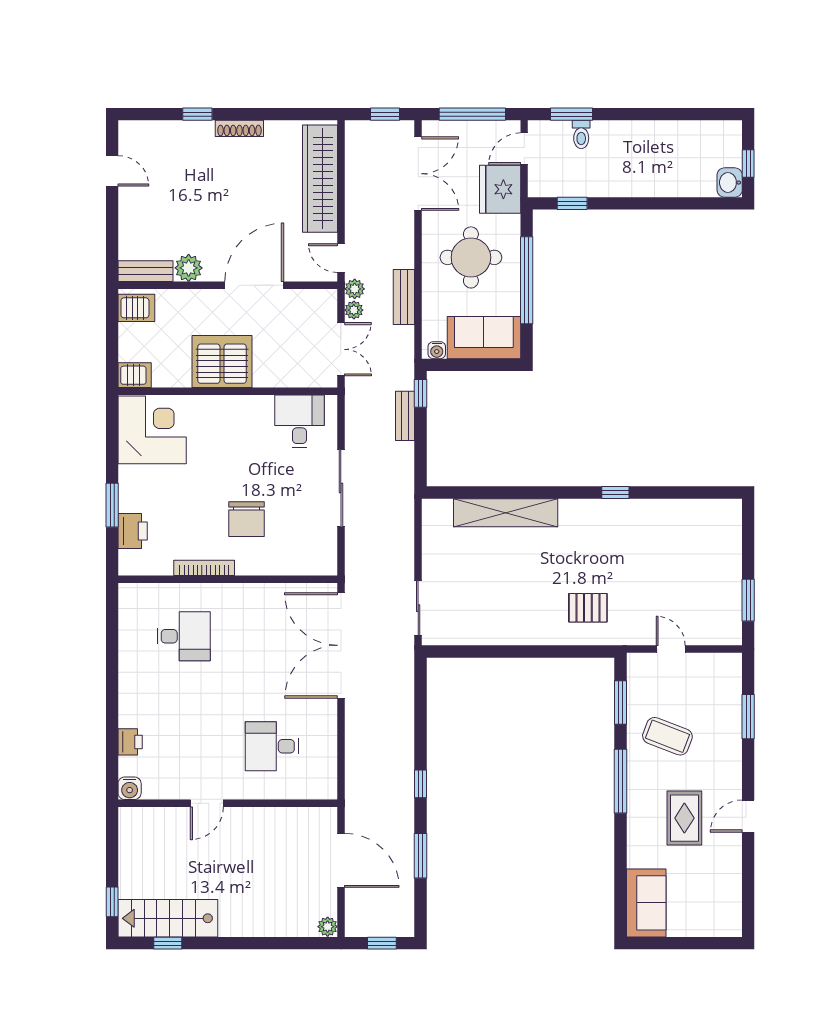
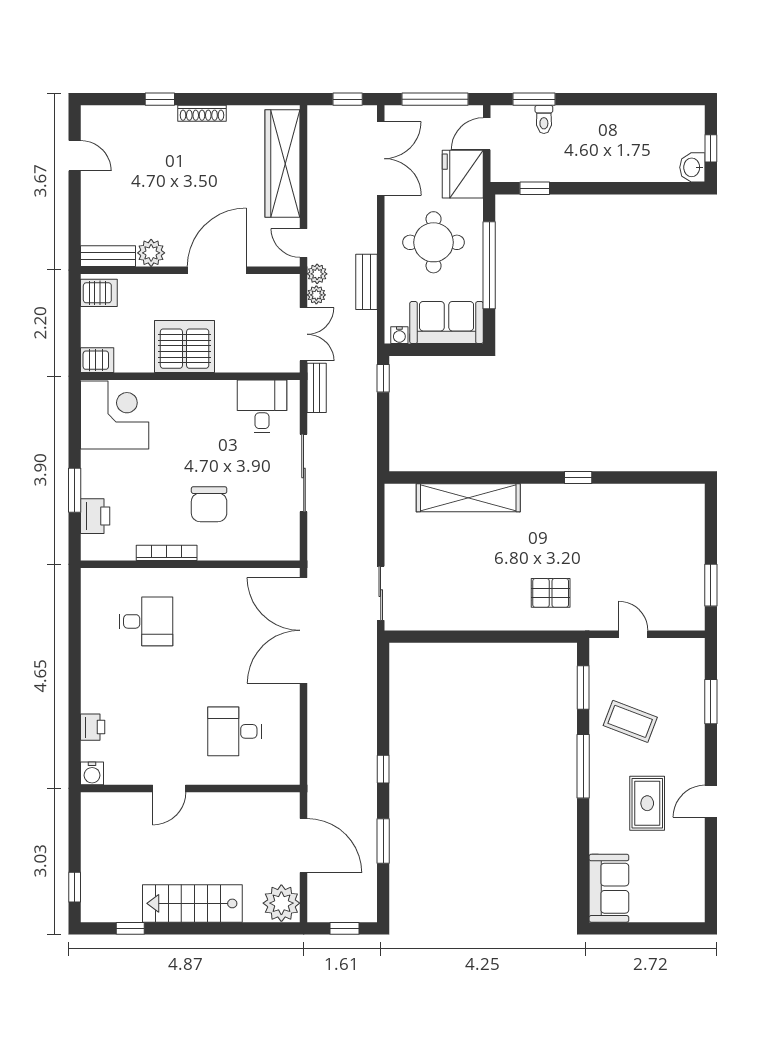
bench: (405, 416) -> (317, 388), moved
stairs: (168, 918) -> (192, 903), moved
plant: (328, 927) -> (281, 903), width x1.88, depth x1.88

